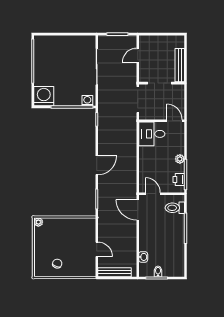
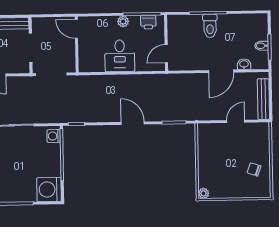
door: (174, 121) -> (76, 29), hinge flipped
desk: (152, 134) -> (120, 56), moved
toilet: (175, 208) -> (210, 26), moved
door: (138, 210) -> (221, 71), moved

